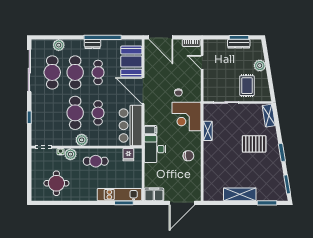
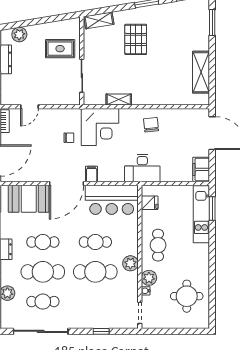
plant: (260, 66) -> (19, 34), moved
cafe table: (52, 72) -> (43, 302), width x0.73, depth x0.74
filing cabinet: (150, 130) -> (92, 174), moved
shelving: (240, 194) -> (201, 72), moved

